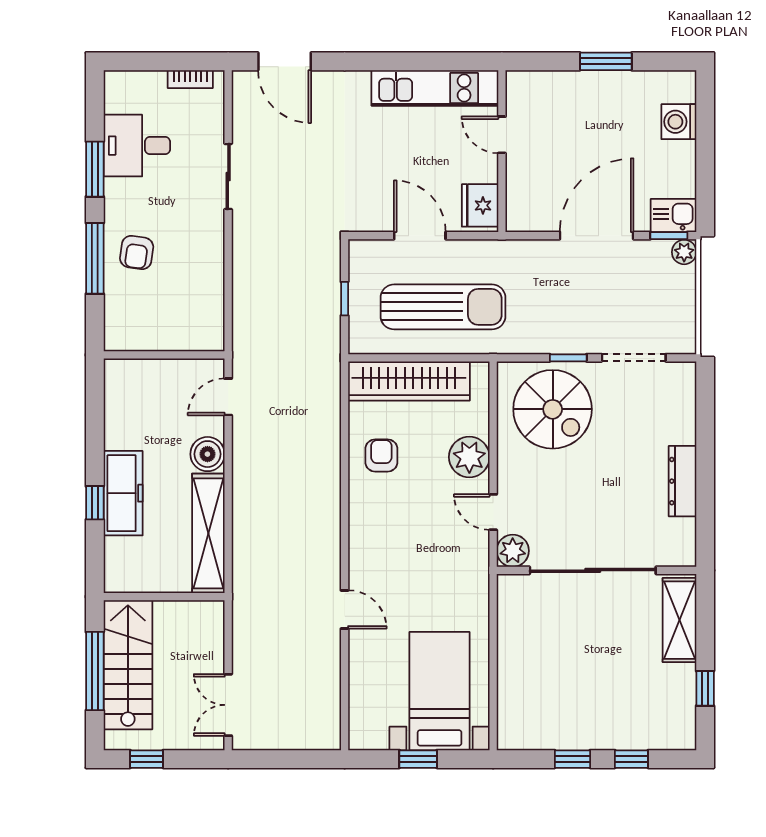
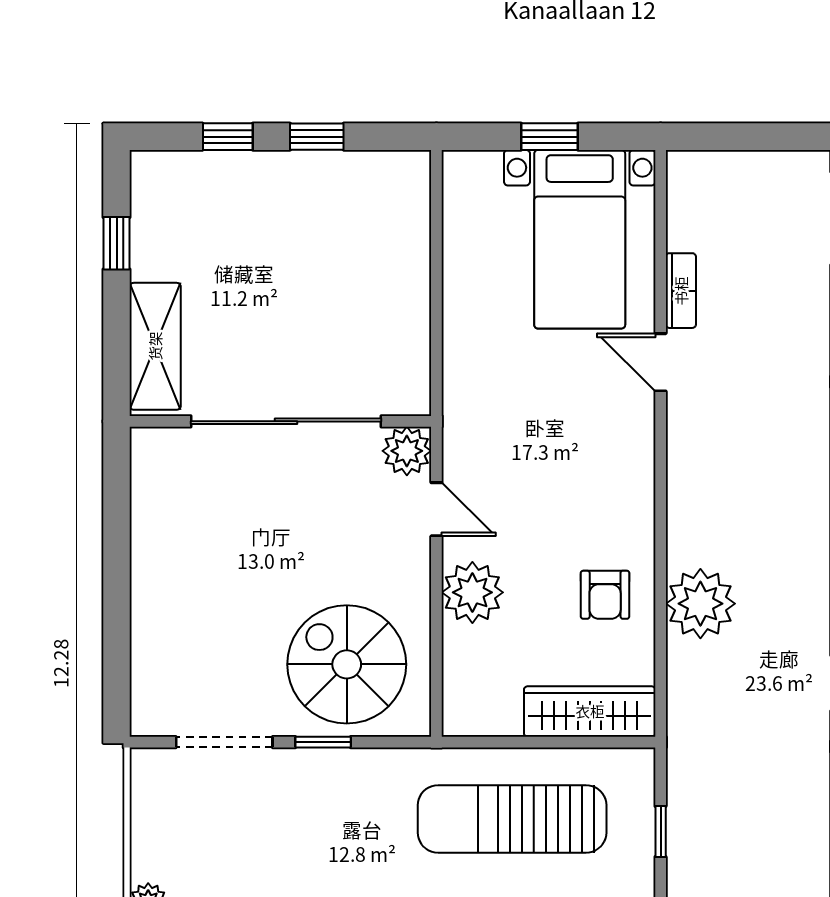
wardrobe: (409, 381) -> (590, 711), width x0.71, depth x0.85
plant: (318, 450) -> (700, 604), added
dresser: (683, 481) -> (151, 556), removed
bookcase: (331, 657) -> (681, 291), added
bed with nightstands: (440, 691) -> (580, 239), moved

